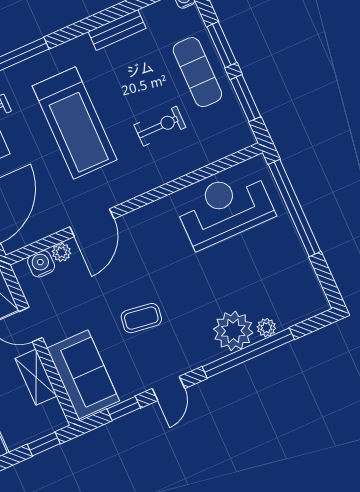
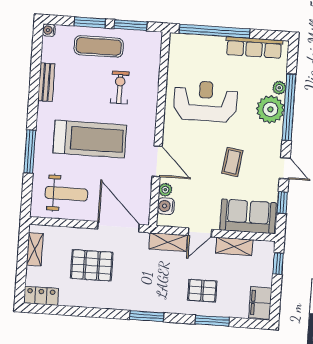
reception desk: (225, 209) -> (205, 101), moved, turned 90
row of seats: (300, 269) -> (254, 47), added

